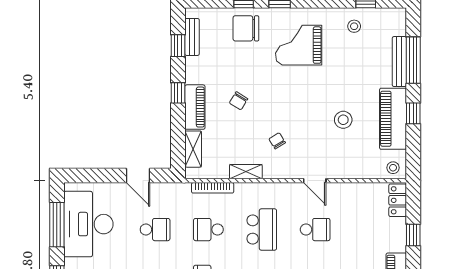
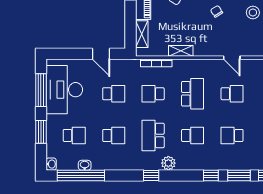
chair: (277, 141) -> (217, 11), moved

